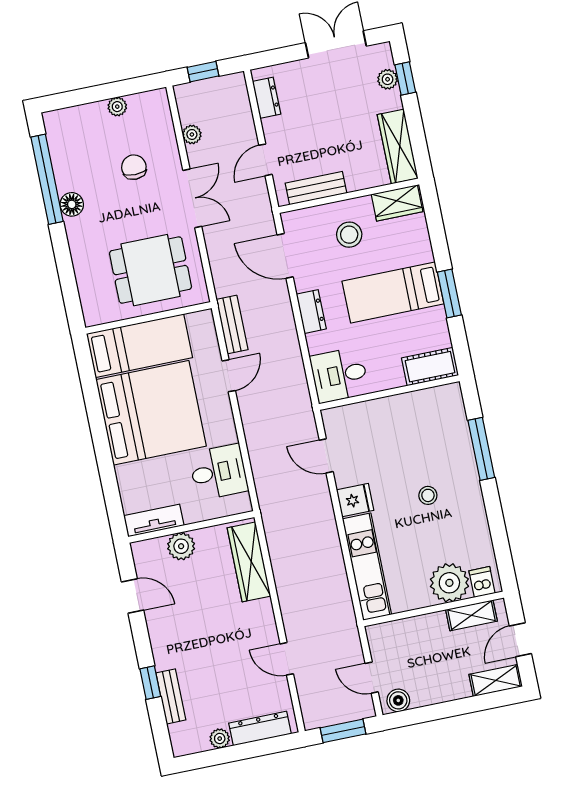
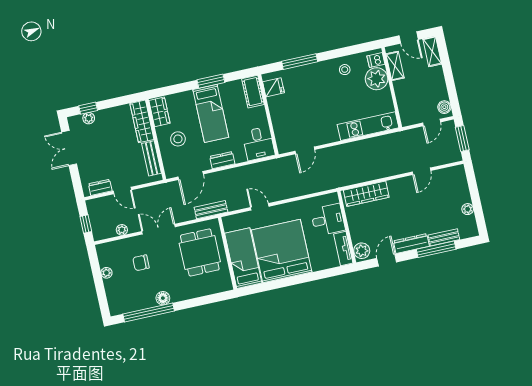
wardrobe: (398, 147) -> (142, 121), moved, turned 90
door: (265, 160) -> (122, 190), moved
bench: (232, 325) -> (211, 210), moved
desk: (218, 472) -> (328, 220), moved, turned 90
stool: (428, 495) -> (345, 70), moved
fridge: (355, 500) -> (273, 87), moved, turned 90
plant: (181, 546) -> (362, 251), moved
window: (150, 683) -> (436, 249), width x2.17
dresser: (260, 729) -> (411, 244), moved, turned 90

